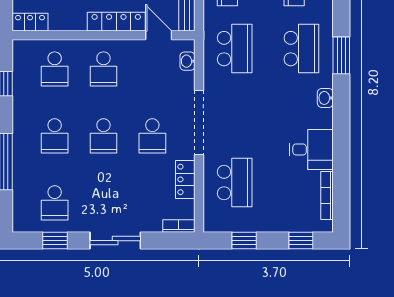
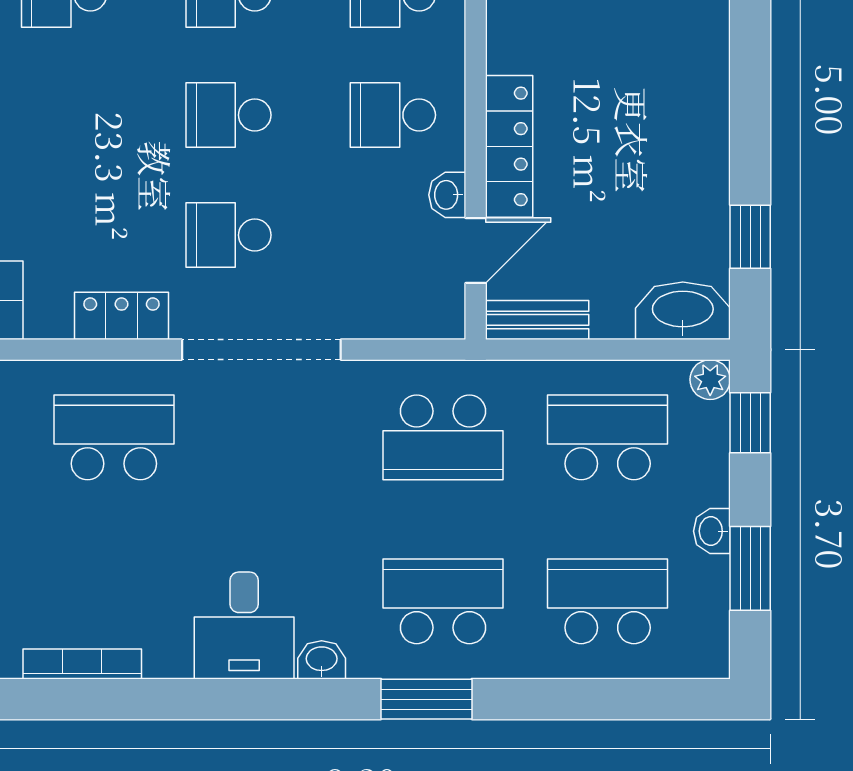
school desk: (301, 49) -> (443, 601), turned 180
washbasin: (187, 61) -> (447, 195), moved, turned -90
desk: (311, 149) -> (244, 626), moved
school desk: (235, 183) -> (114, 437), turned 180

